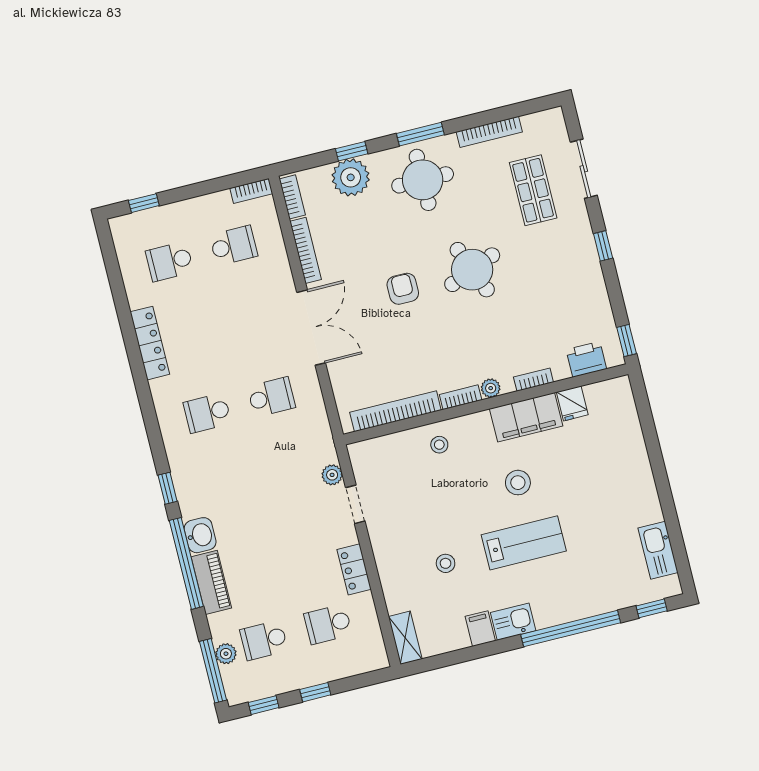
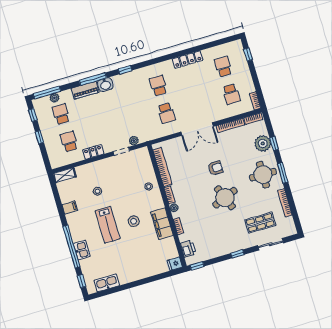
fridge: (572, 403) -> (175, 264), moved
window: (186, 563) -> (93, 79), width x0.68
kitchen sink: (513, 622) -> (82, 250), moved

